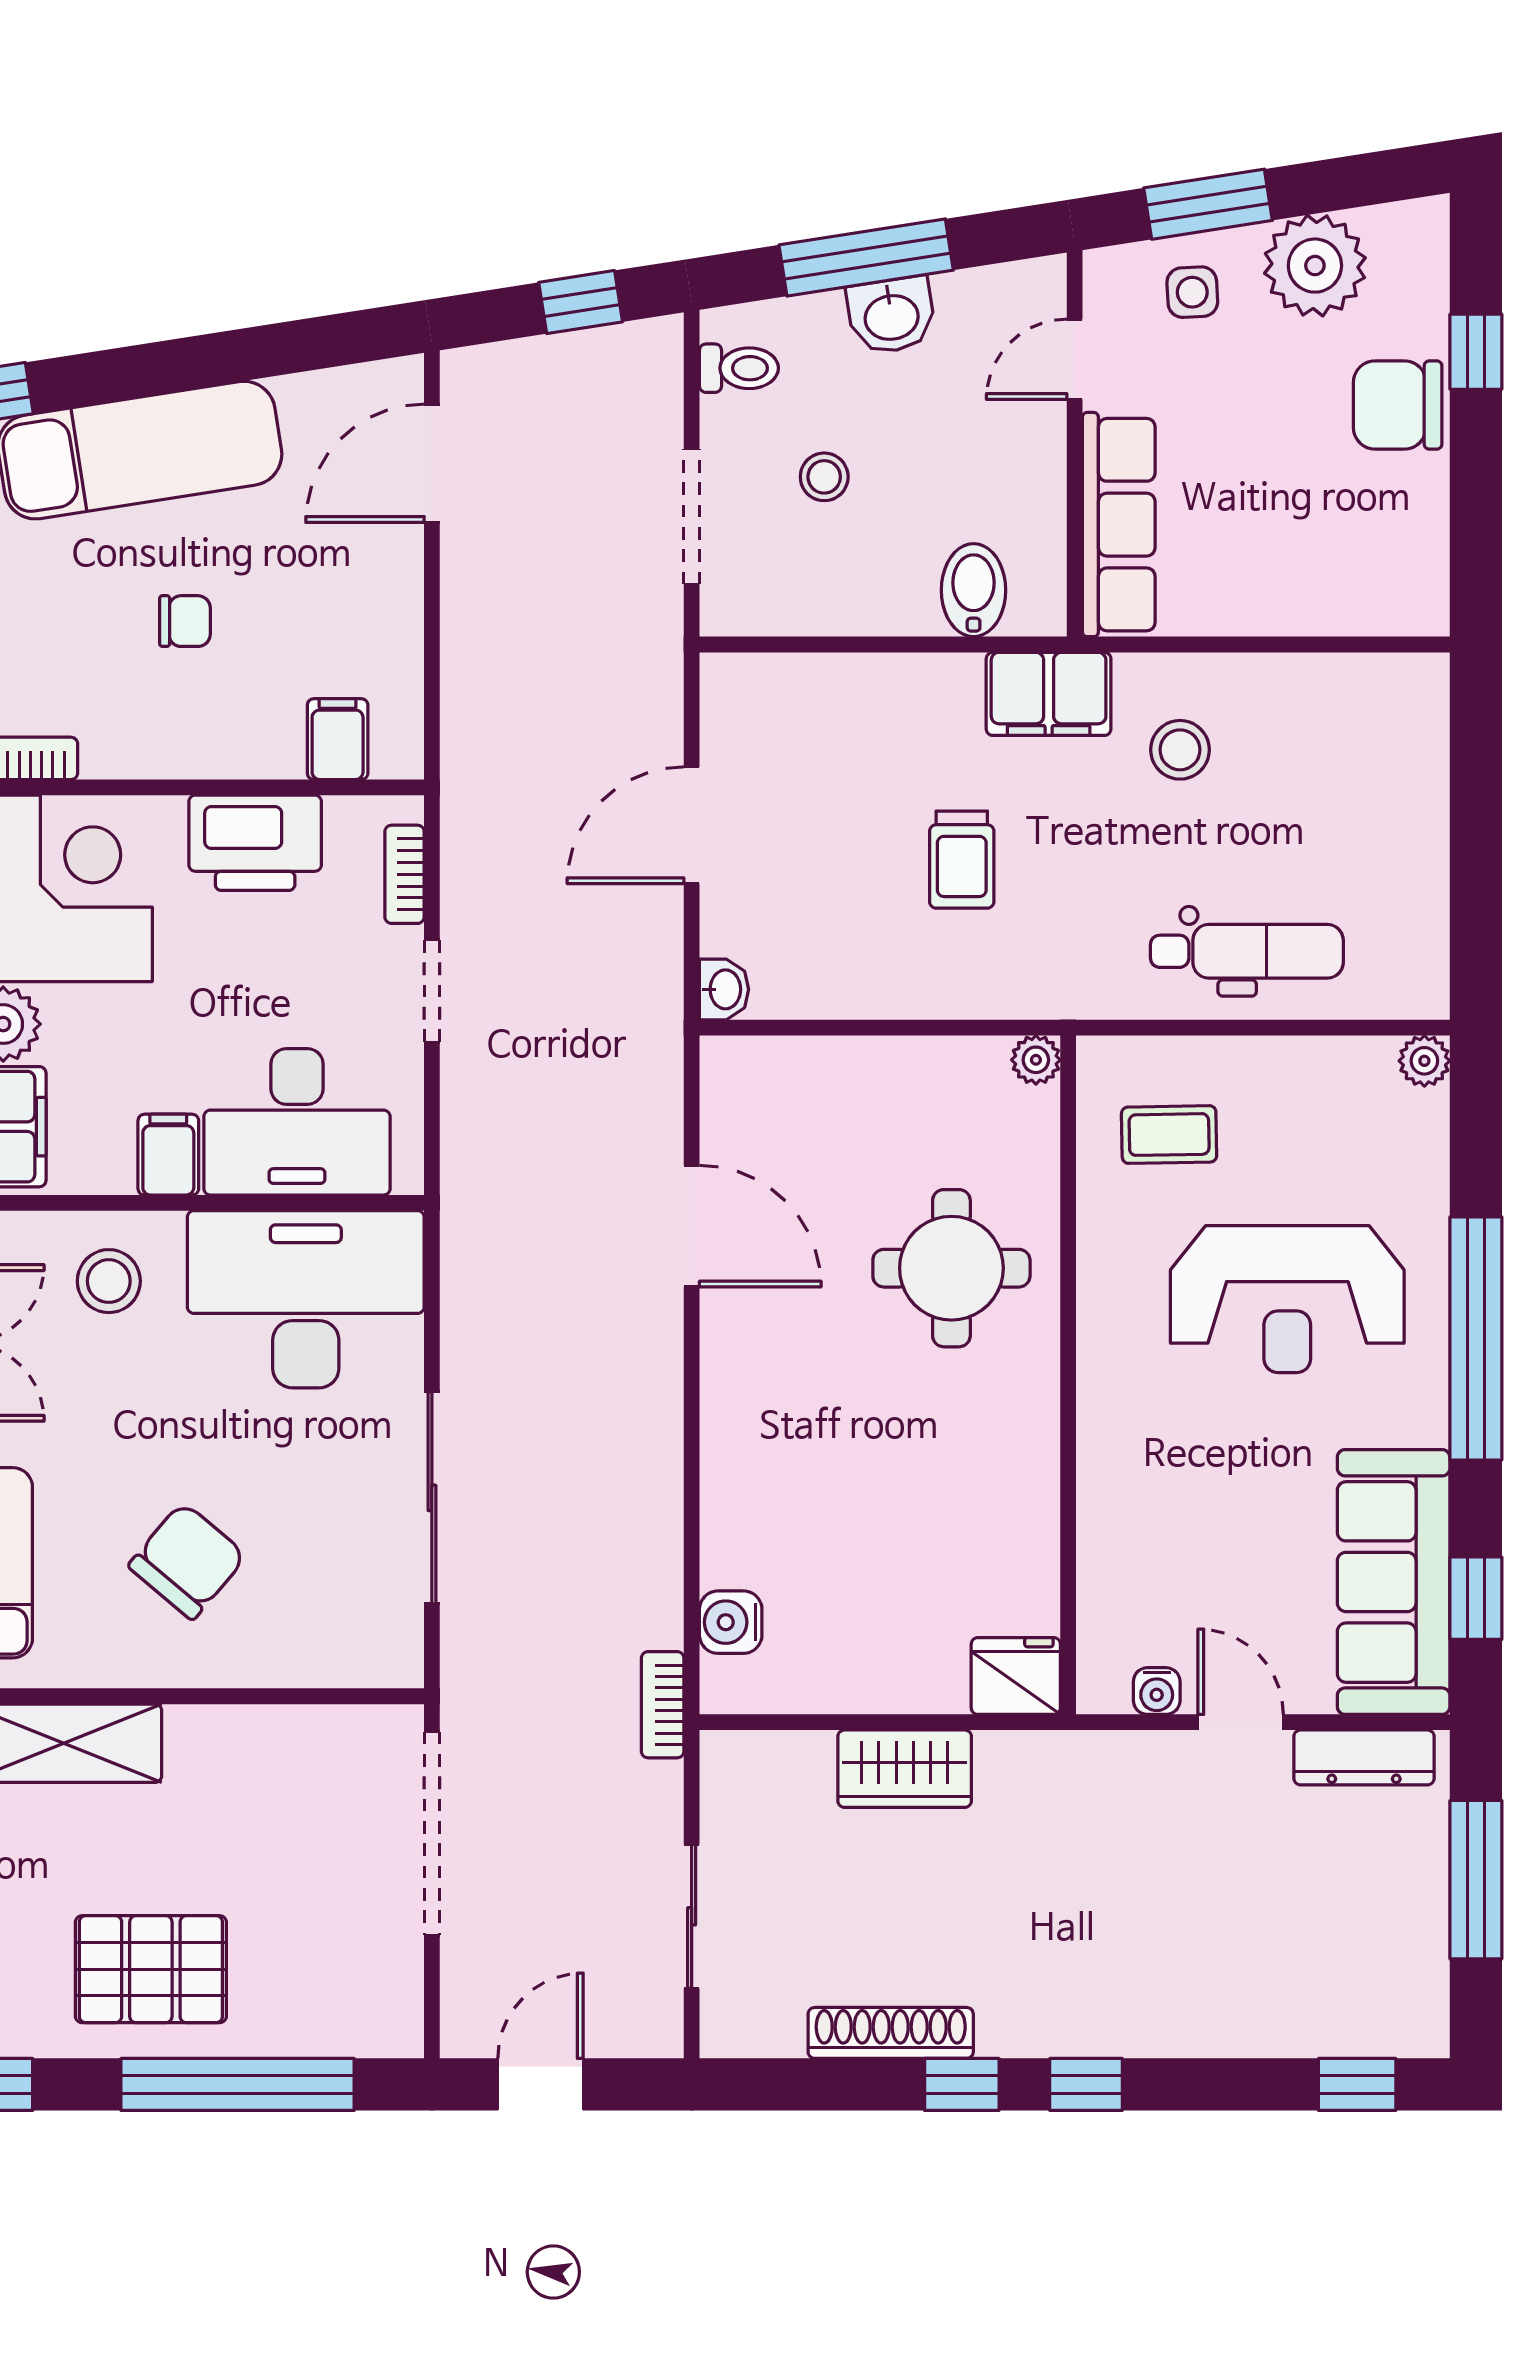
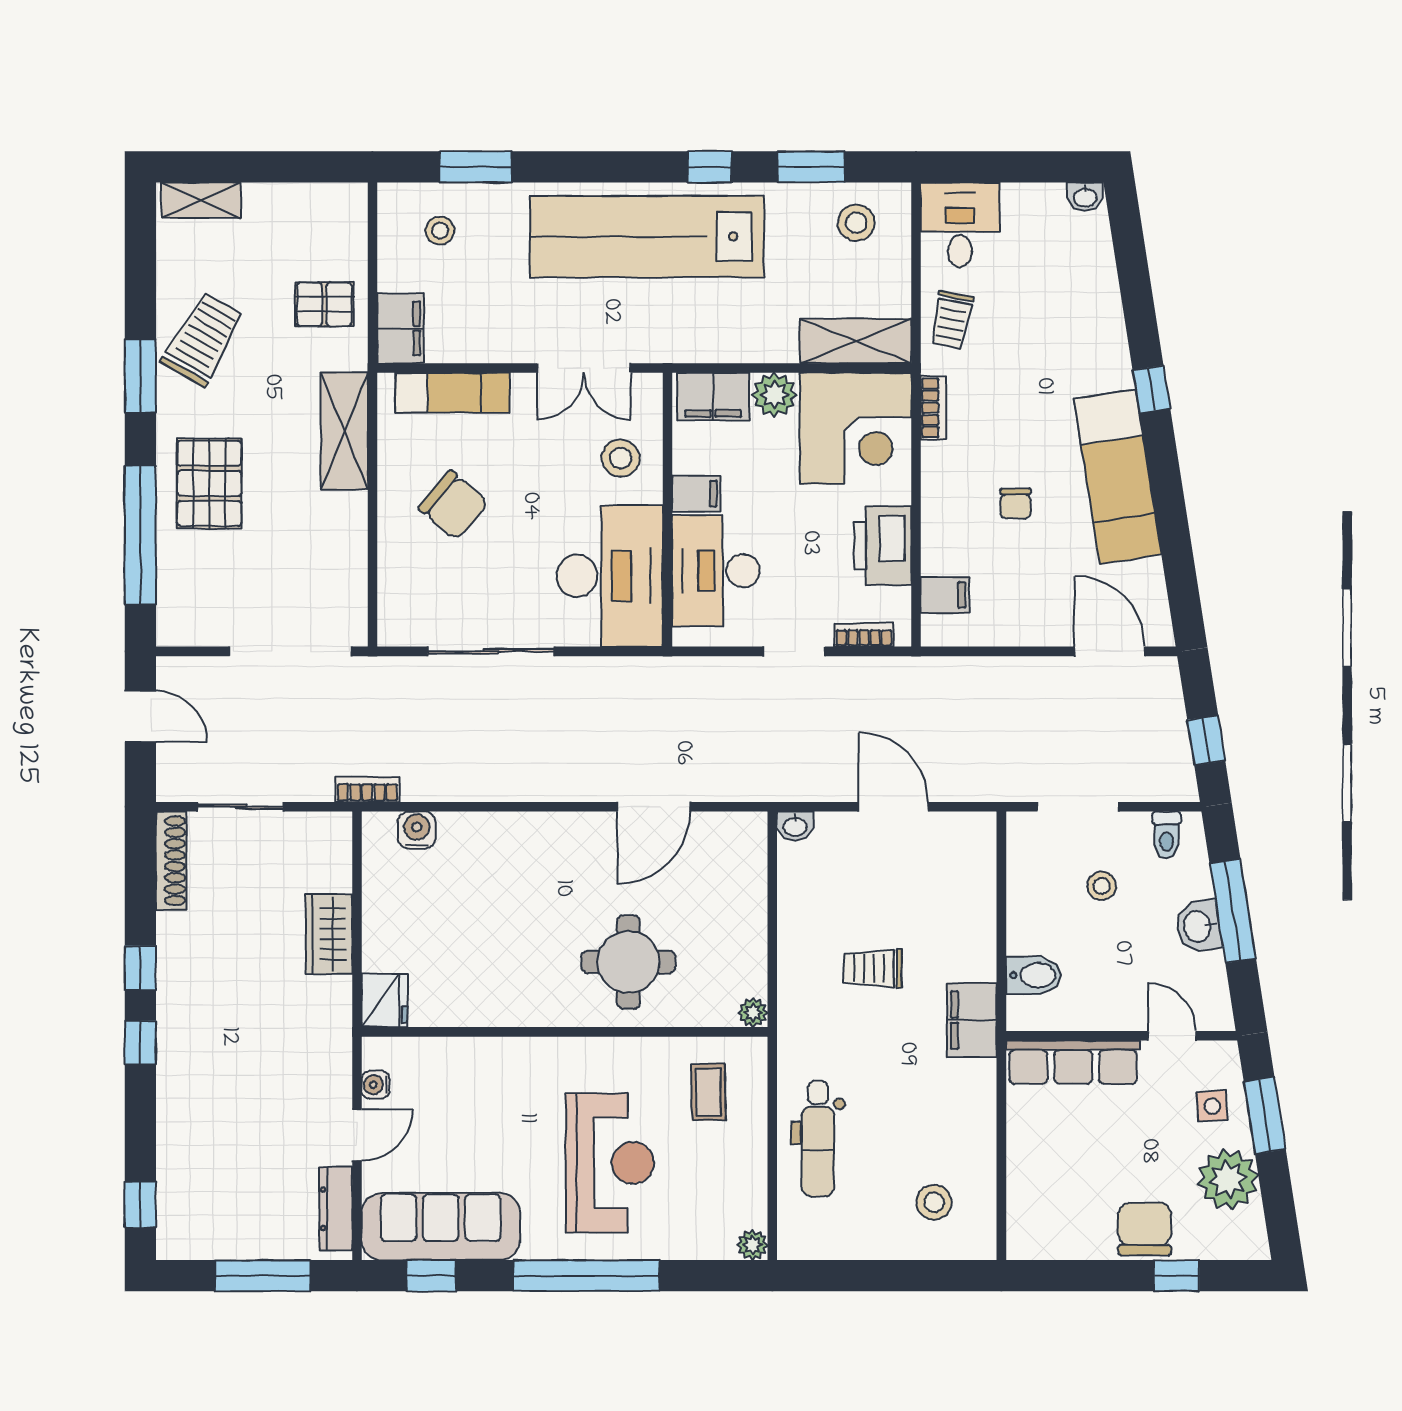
stool: (1180, 750) -> (934, 1202), moved
reception desk: (1287, 1299) -> (610, 1163), turned 180
shoe rack: (891, 2033) -> (171, 861), moved

